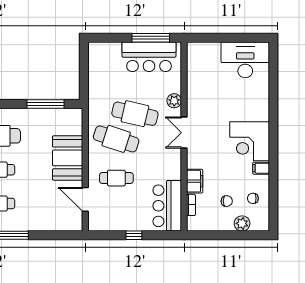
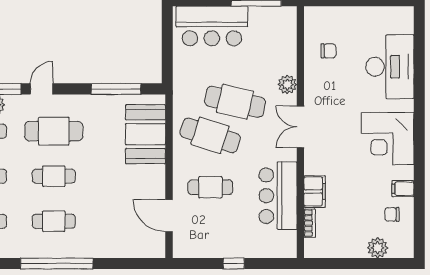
bar counter: (149, 57) -> (212, 26), moved
desk: (245, 60) -> (390, 67), moved, turned 90
booth: (68, 158) -> (145, 134), moved
filing cabinet: (261, 168) -> (403, 189), moved
chair: (227, 201) -> (328, 51), moved
bar counter: (167, 206) -> (278, 196), moved

